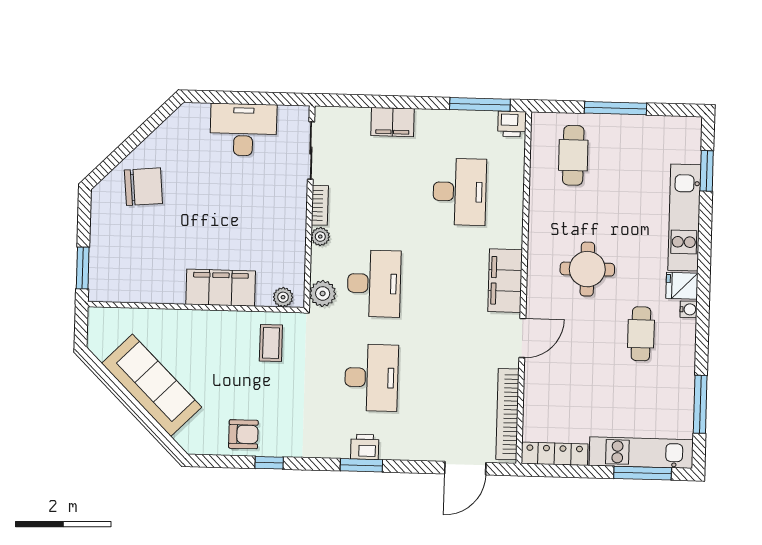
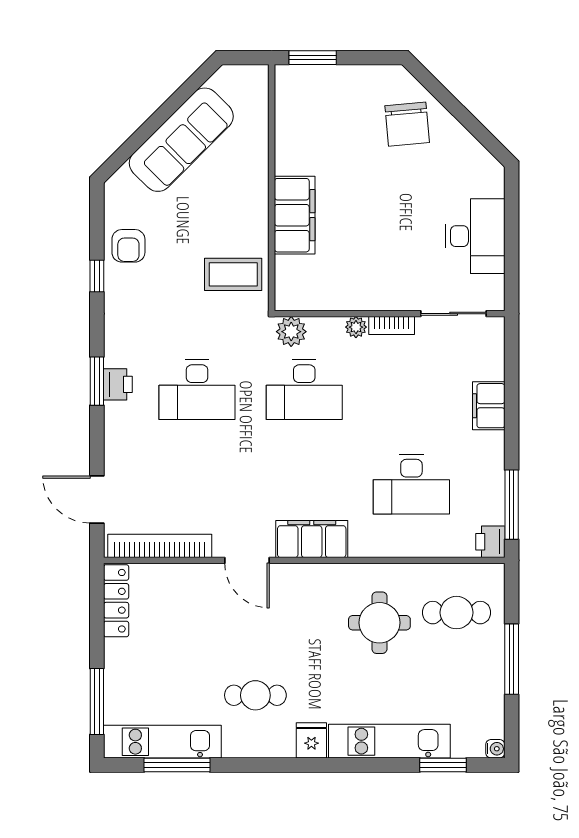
round table: (587, 269) -> (379, 623), moved
plant: (283, 297) -> (286, 287), removed
water cooler: (689, 309) -> (495, 749), moved, turned -90
coffee table: (271, 343) -> (233, 274), width x1.36, depth x1.30
kitchen unit: (641, 453) -> (162, 742), moved, turned -90

